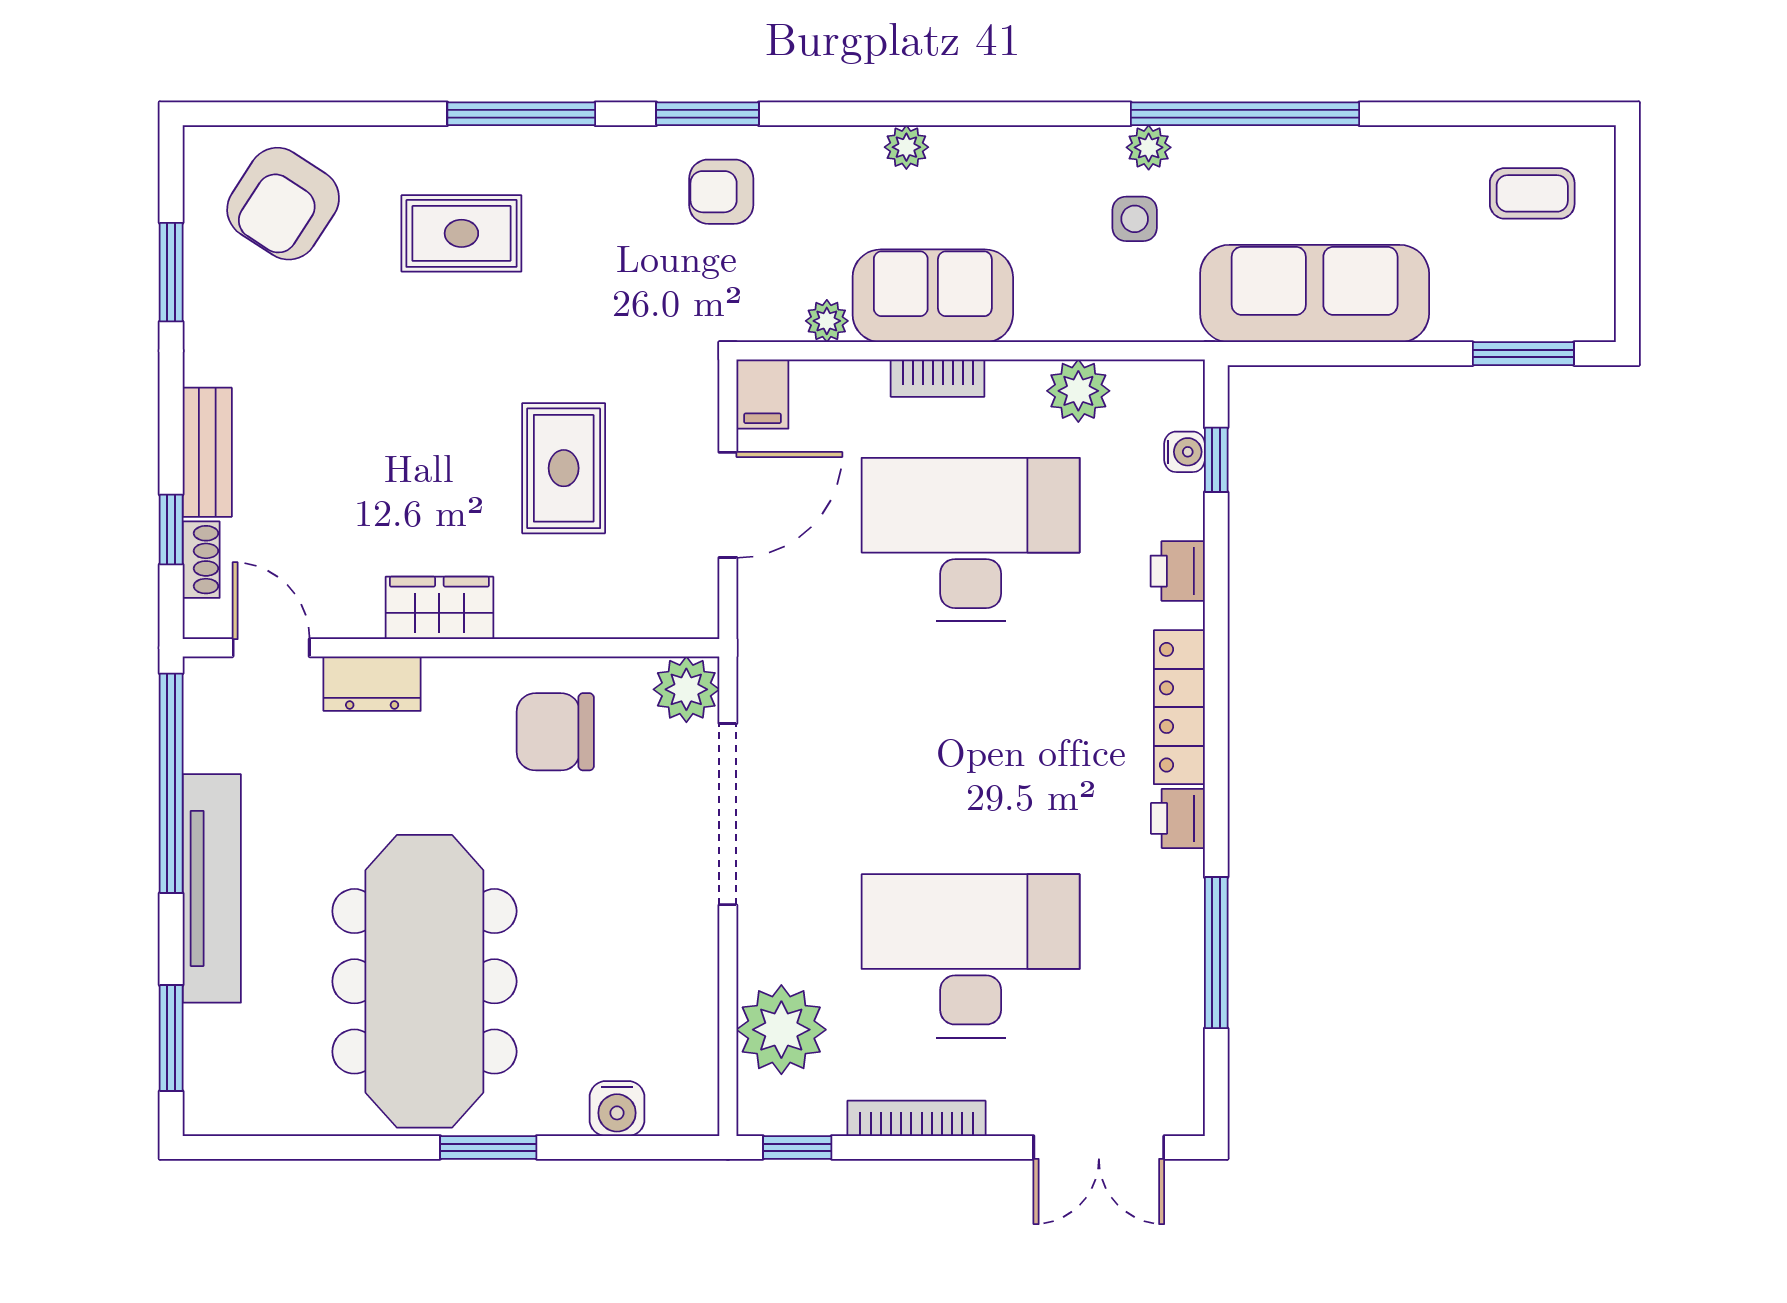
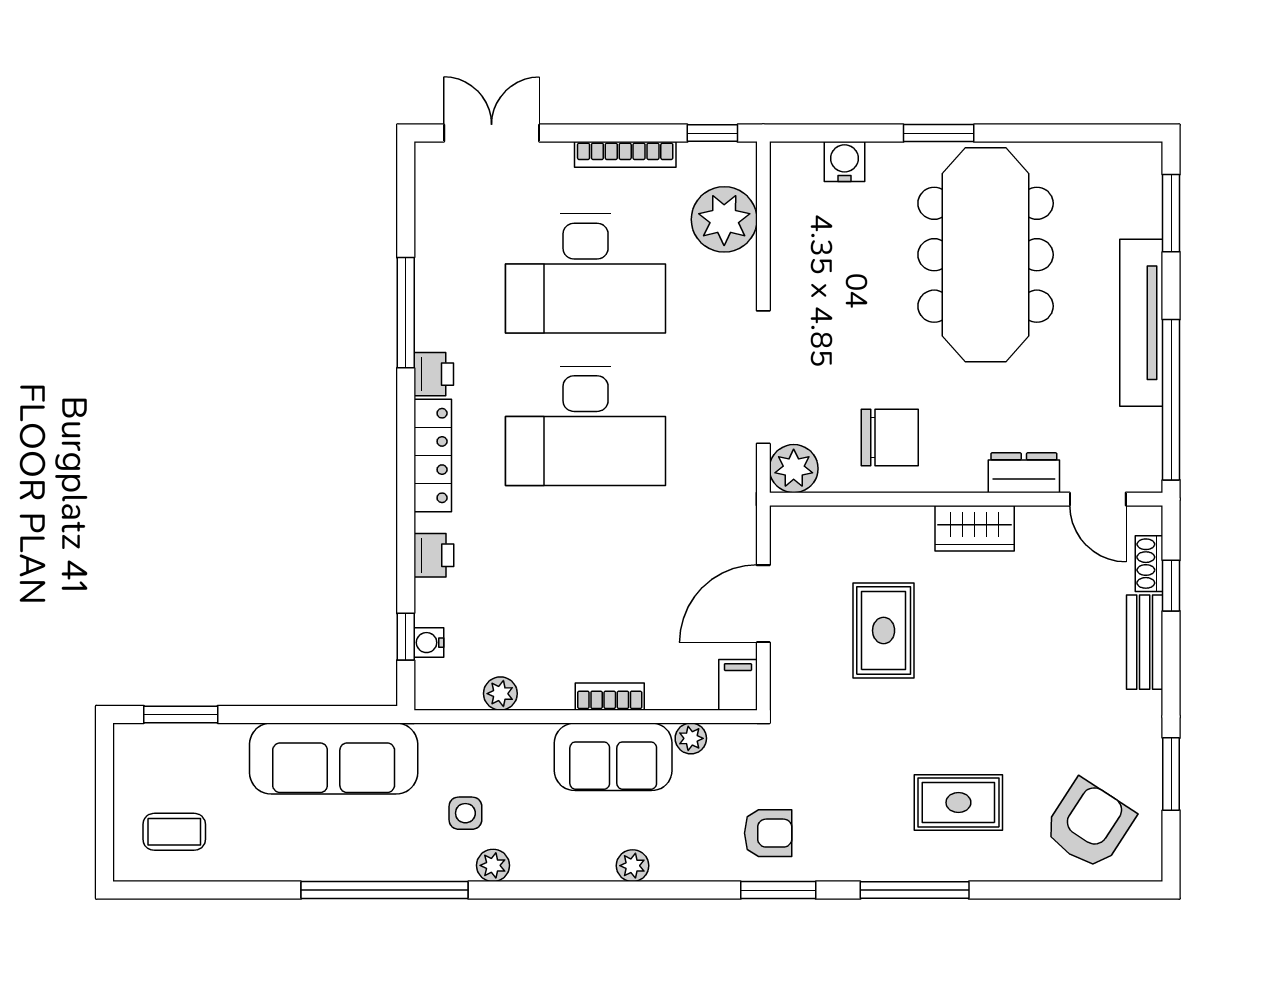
plant: (1149, 147) -> (493, 865), moved
plant: (1078, 391) -> (500, 694), width x0.73, depth x0.73
desk: (971, 539) -> (586, 426), moved
window: (1216, 953) -> (406, 313), moved

